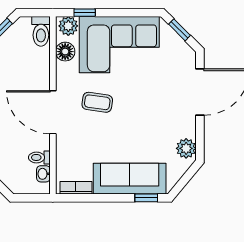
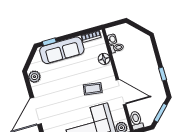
floor lamp: (65, 52) -> (104, 59), moved
door: (53, 112) -> (121, 92), moved

